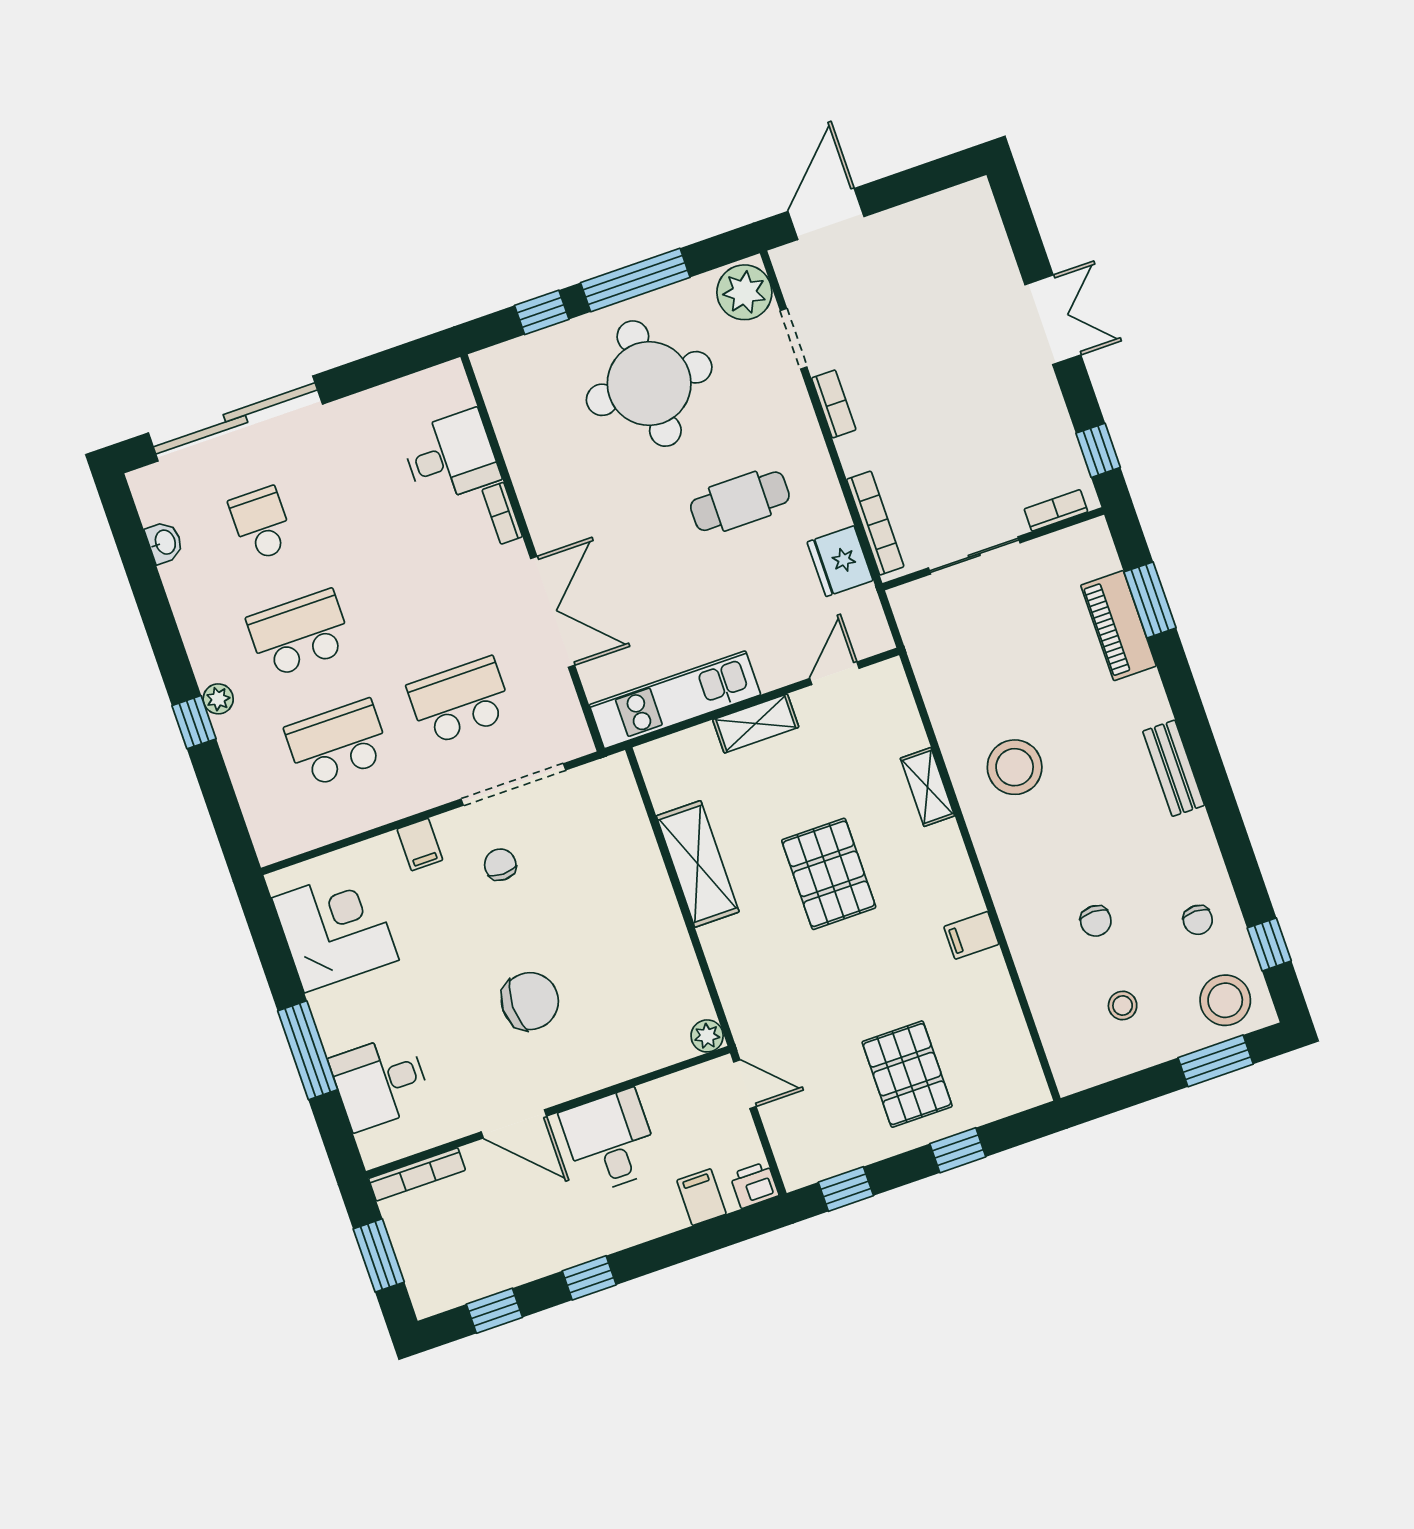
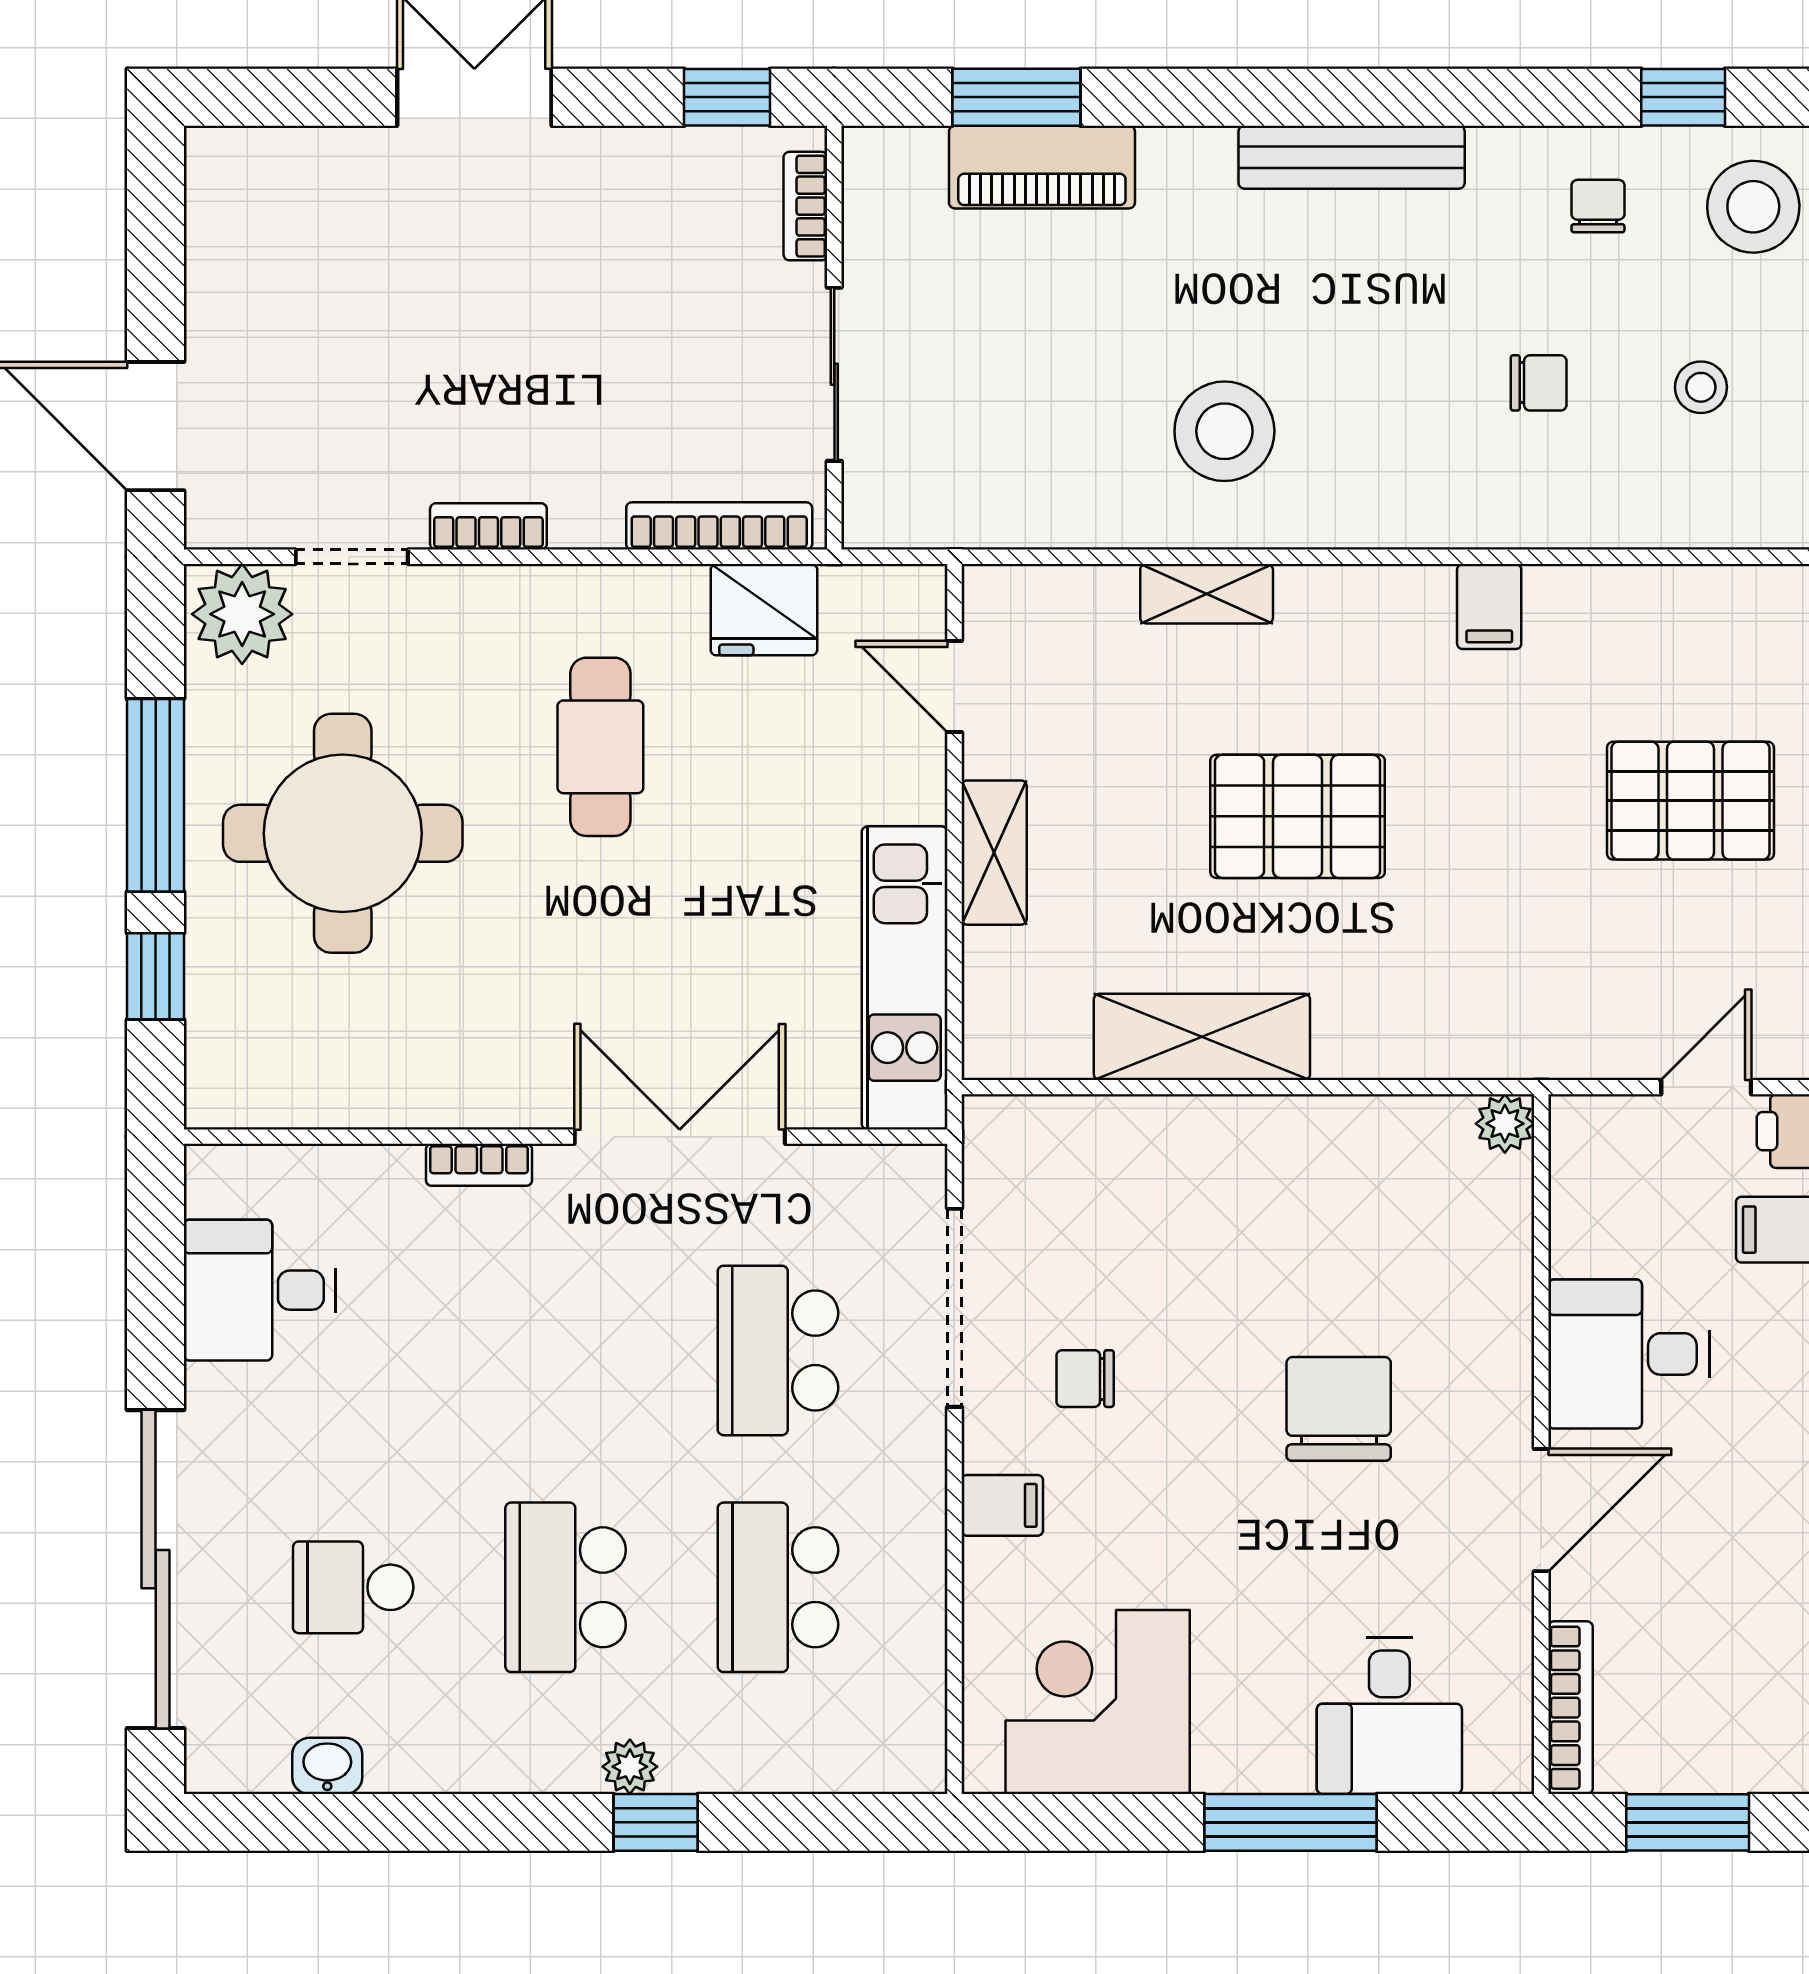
desk: (451, 456) -> (260, 1290), moved, turned -90
bench: (1174, 768) -> (1352, 157), width x1.36
chair: (1198, 920) -> (1598, 206), turned -90
door: (745, 1084) -> (1706, 1087), moved

